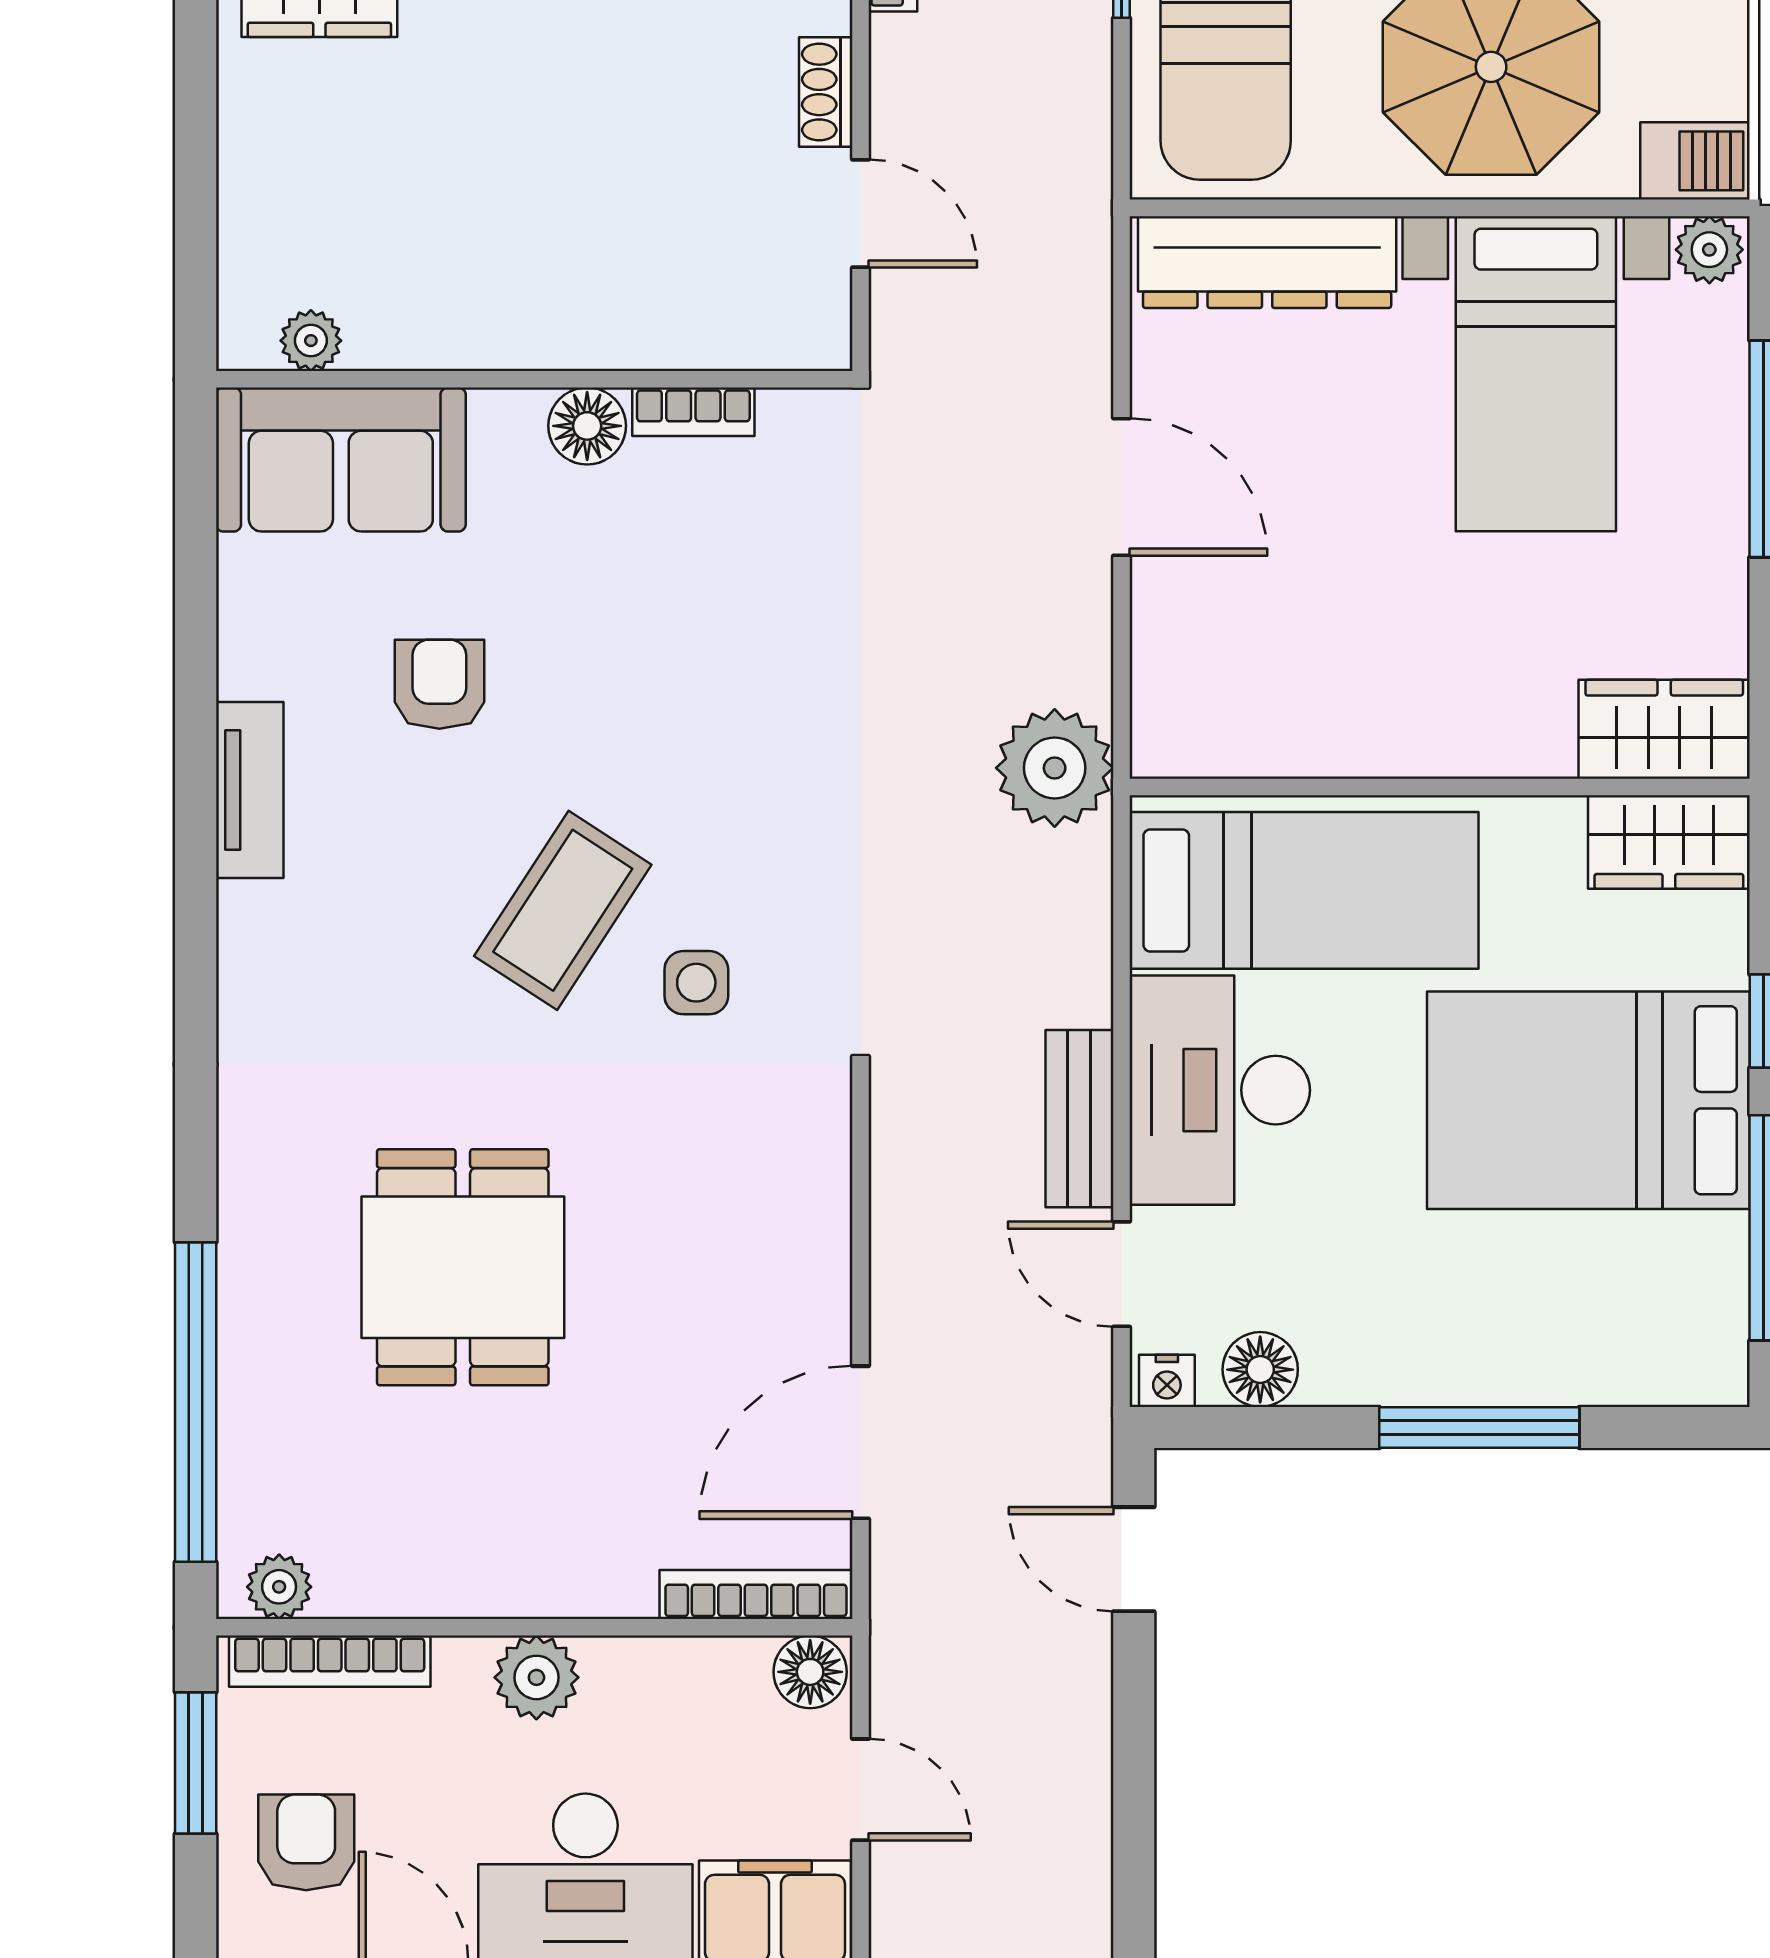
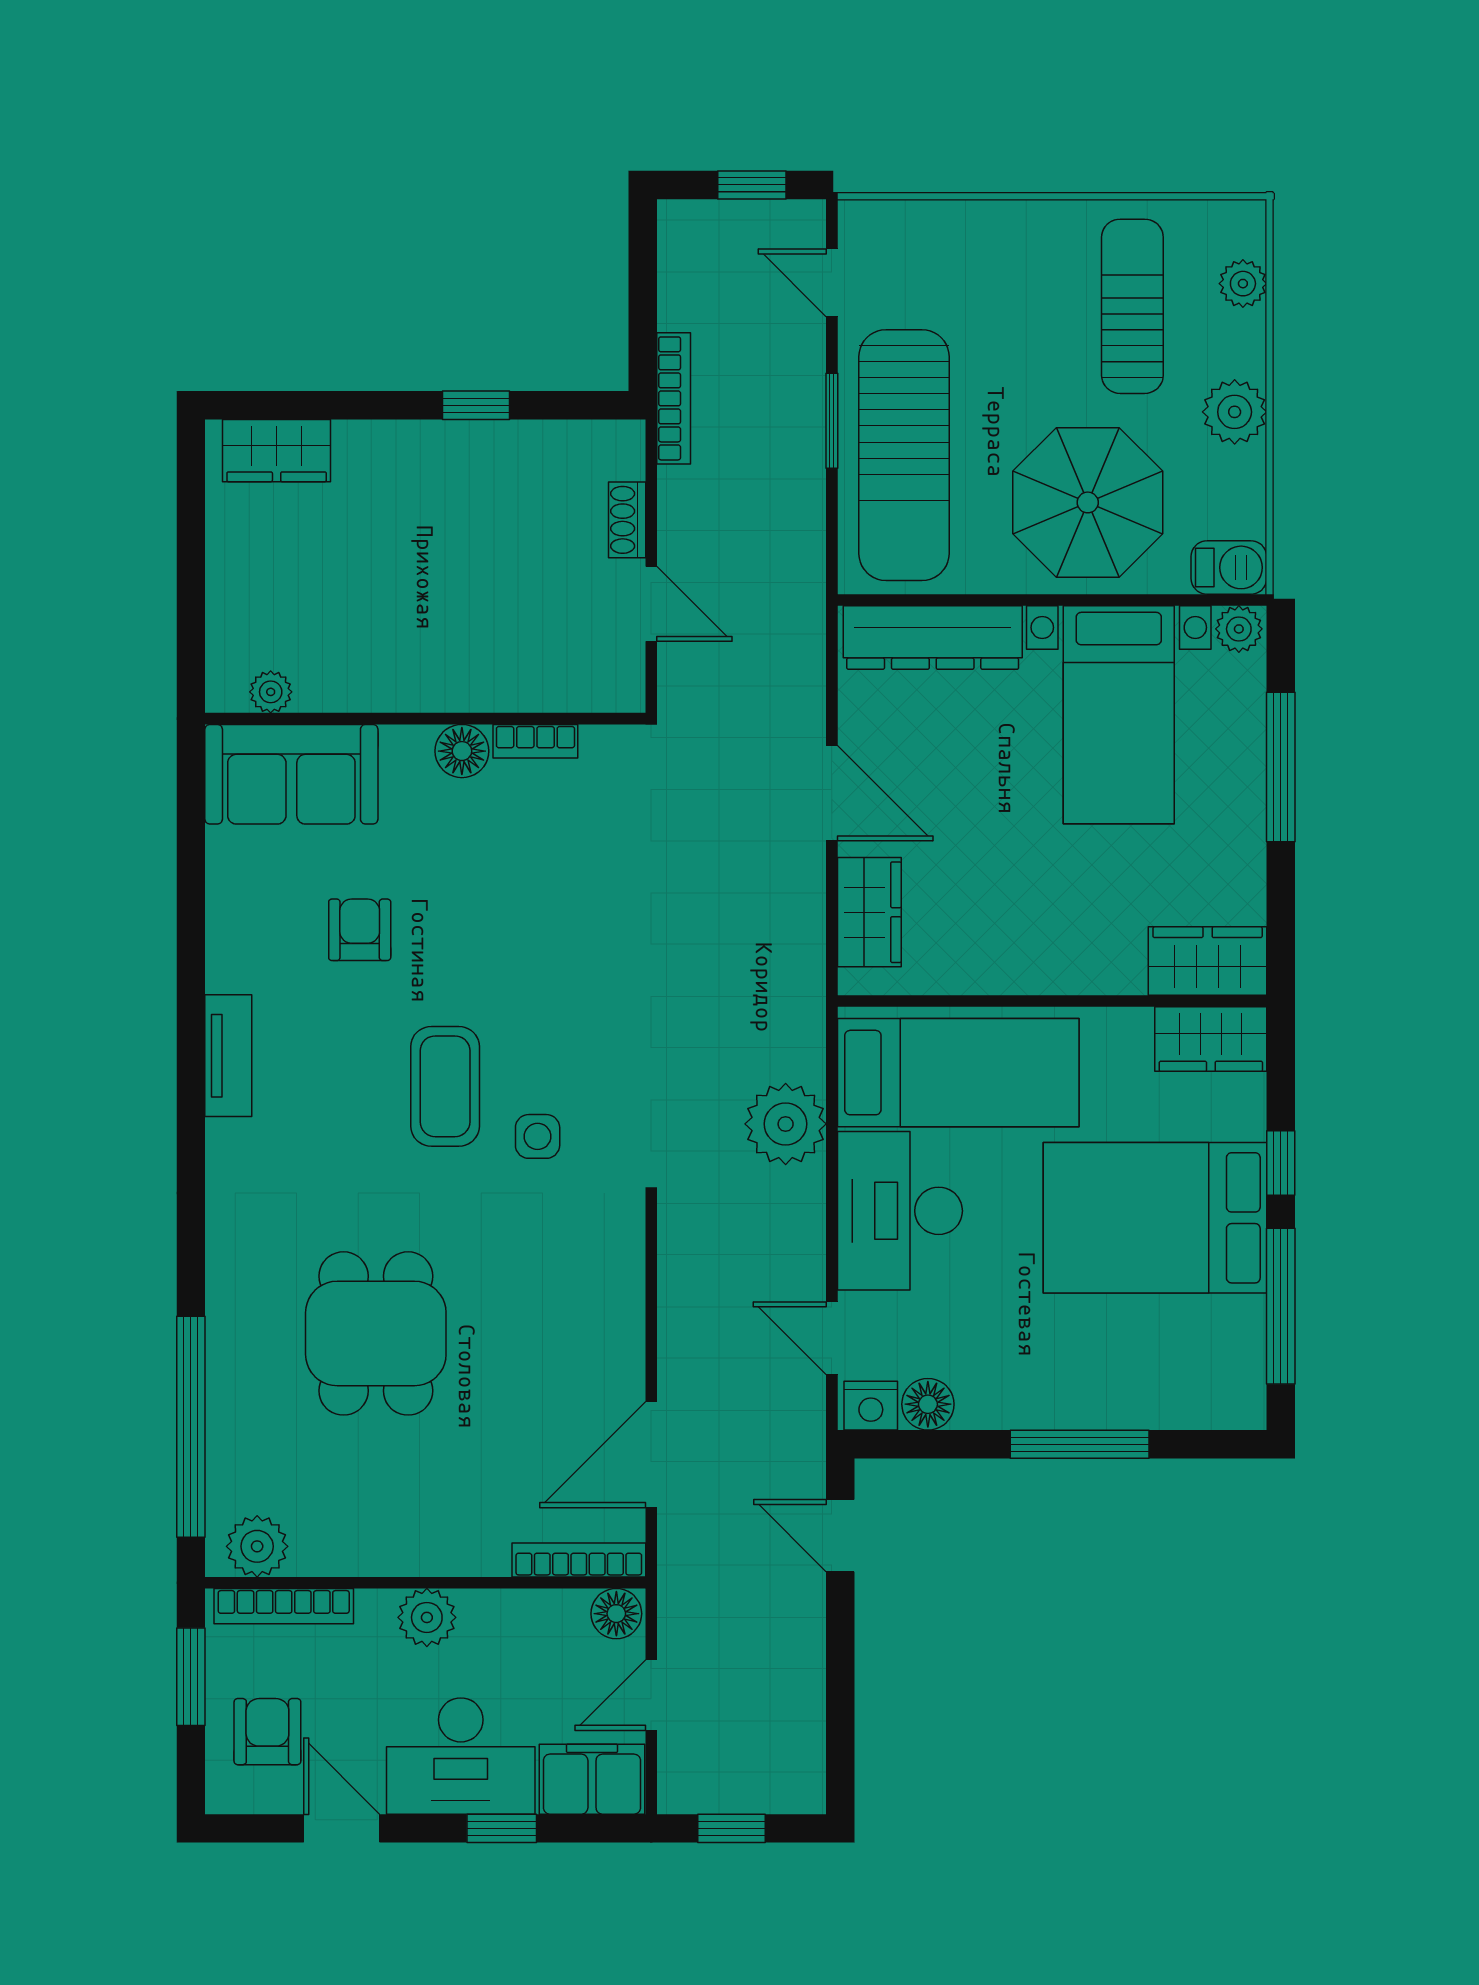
wardrobe: (1176, 659) -> (869, 912), added
plant: (1055, 768) -> (786, 1124), moved
tv unit: (250, 790) -> (228, 1056), moved
coffee table: (563, 910) -> (445, 1086), turned -33
bench: (1079, 1119) -> (803, 1231), removed
nightstand: (1167, 1381) -> (871, 1406), width x1.39, depth x1.35
plant: (279, 1587) -> (257, 1546), width x1.38, depth x1.38
door: (860, 1790) -> (651, 1695), swing flipped

